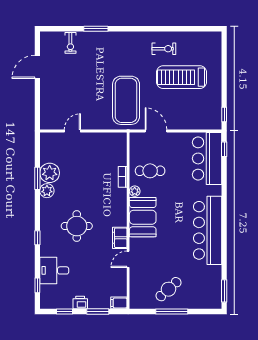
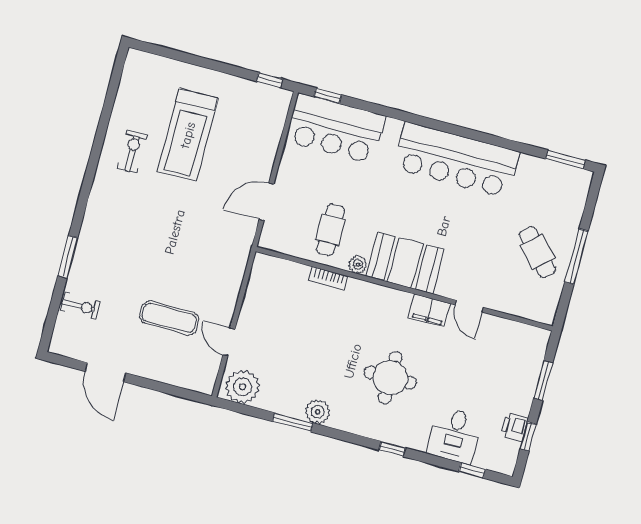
exercise mat: (126, 100) -> (169, 318), moved, width x0.50, depth x0.69
plant: (50, 173) -> (243, 387), moved
printer: (80, 302) -> (515, 427), moved
filing cabinet: (119, 303) -> (538, 341), removed

